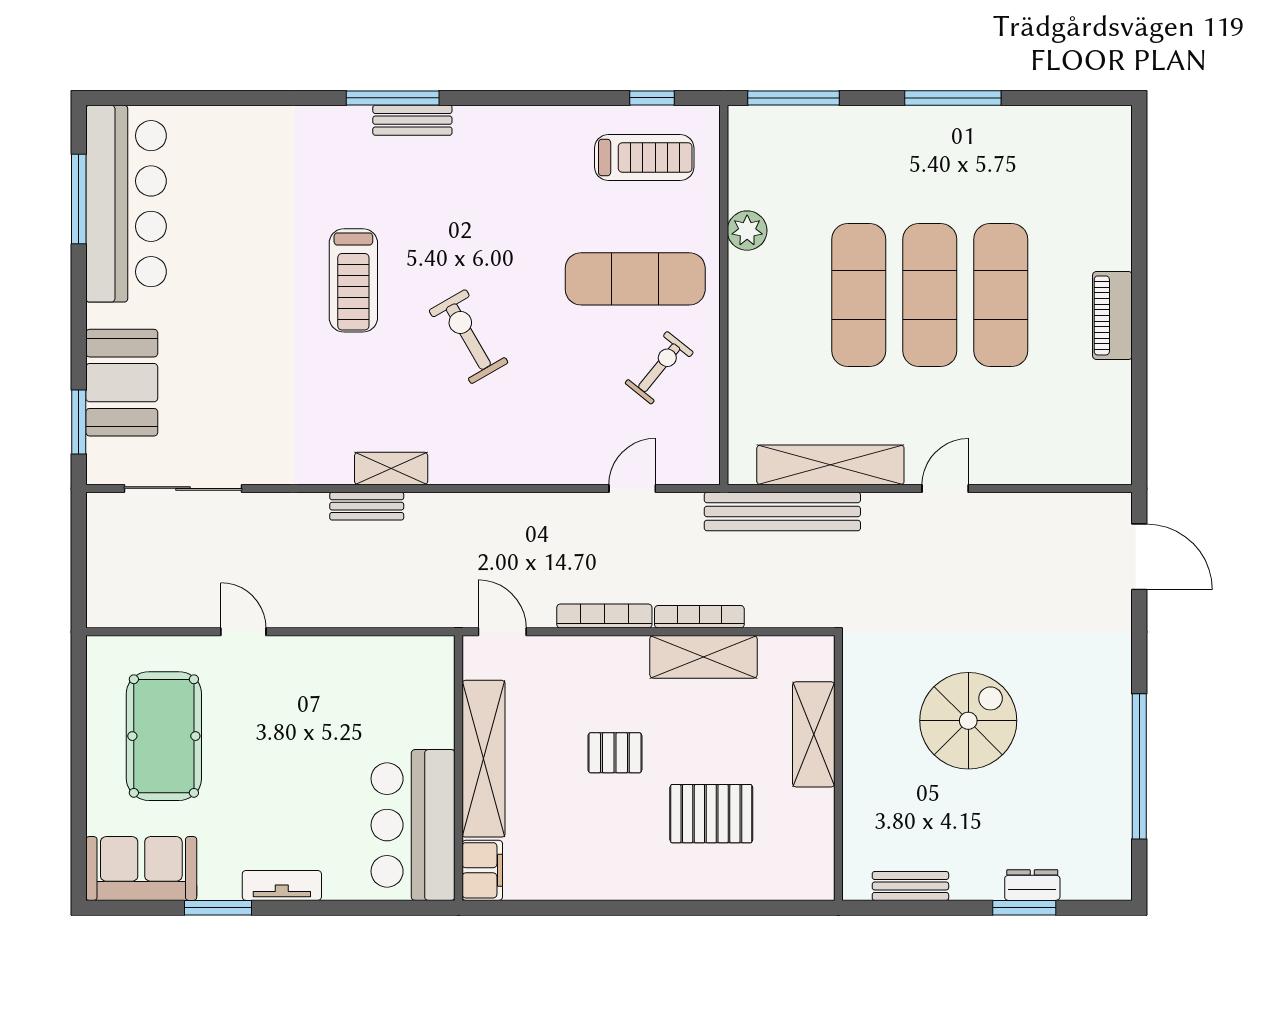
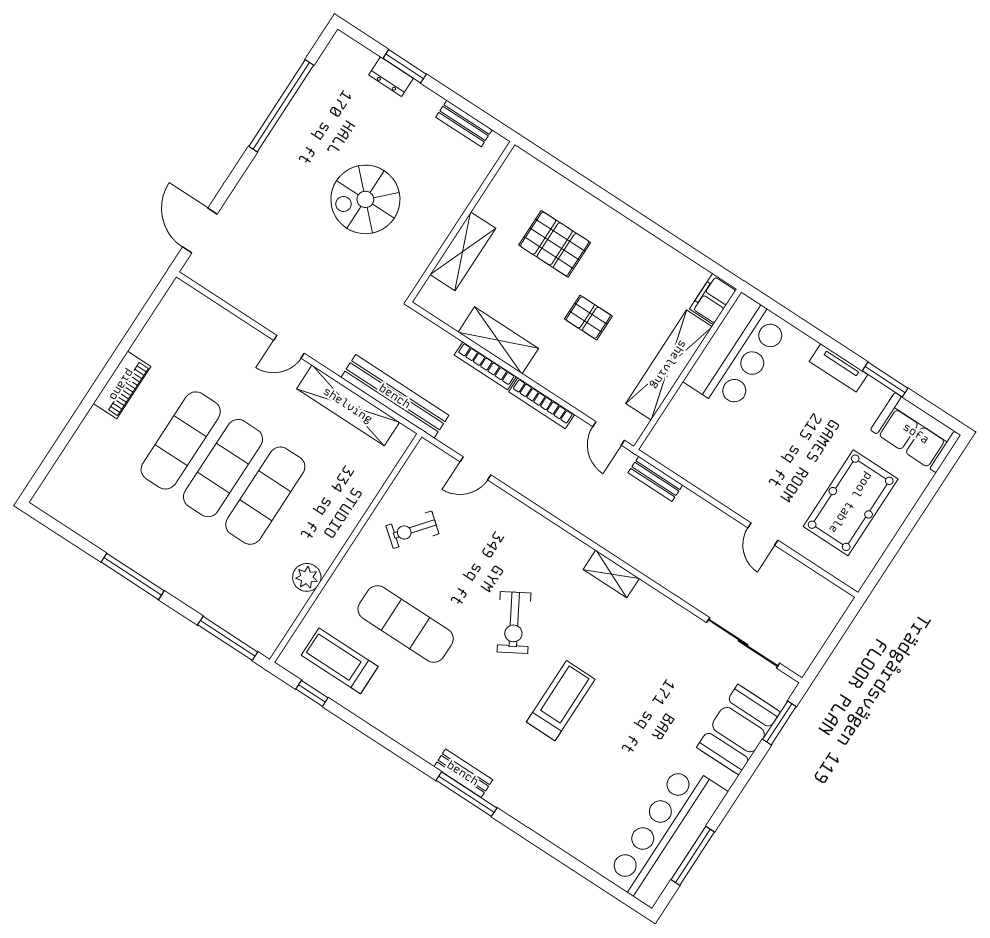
exercise mat: (635, 279) -> (406, 624), moved
bench: (367, 506) -> (655, 479), moved

